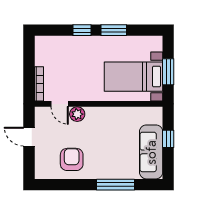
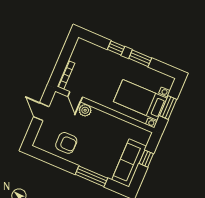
armchair: (72, 159) -> (66, 143), turned 90

